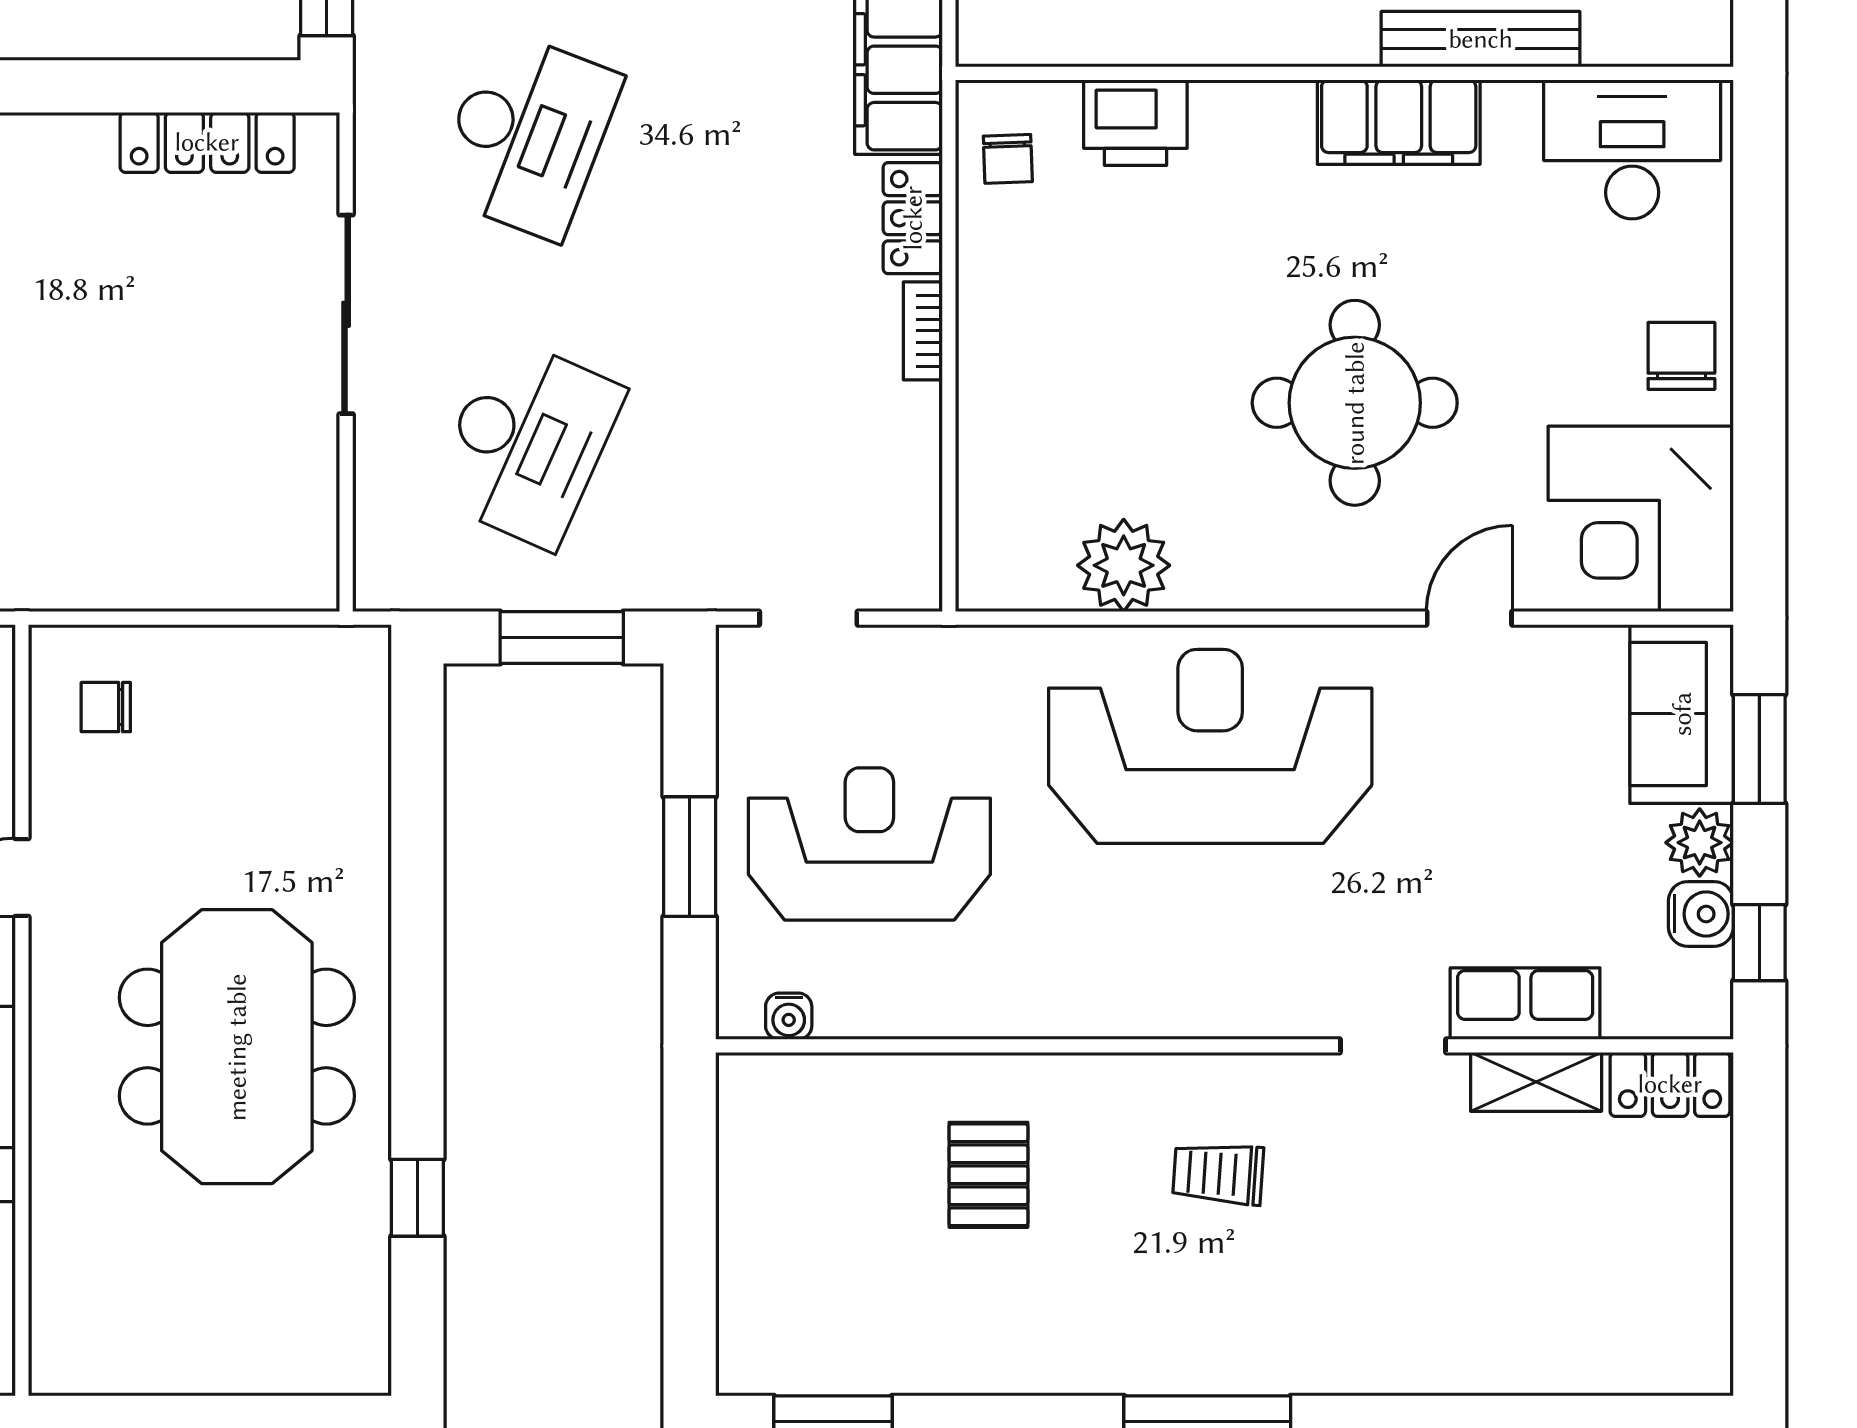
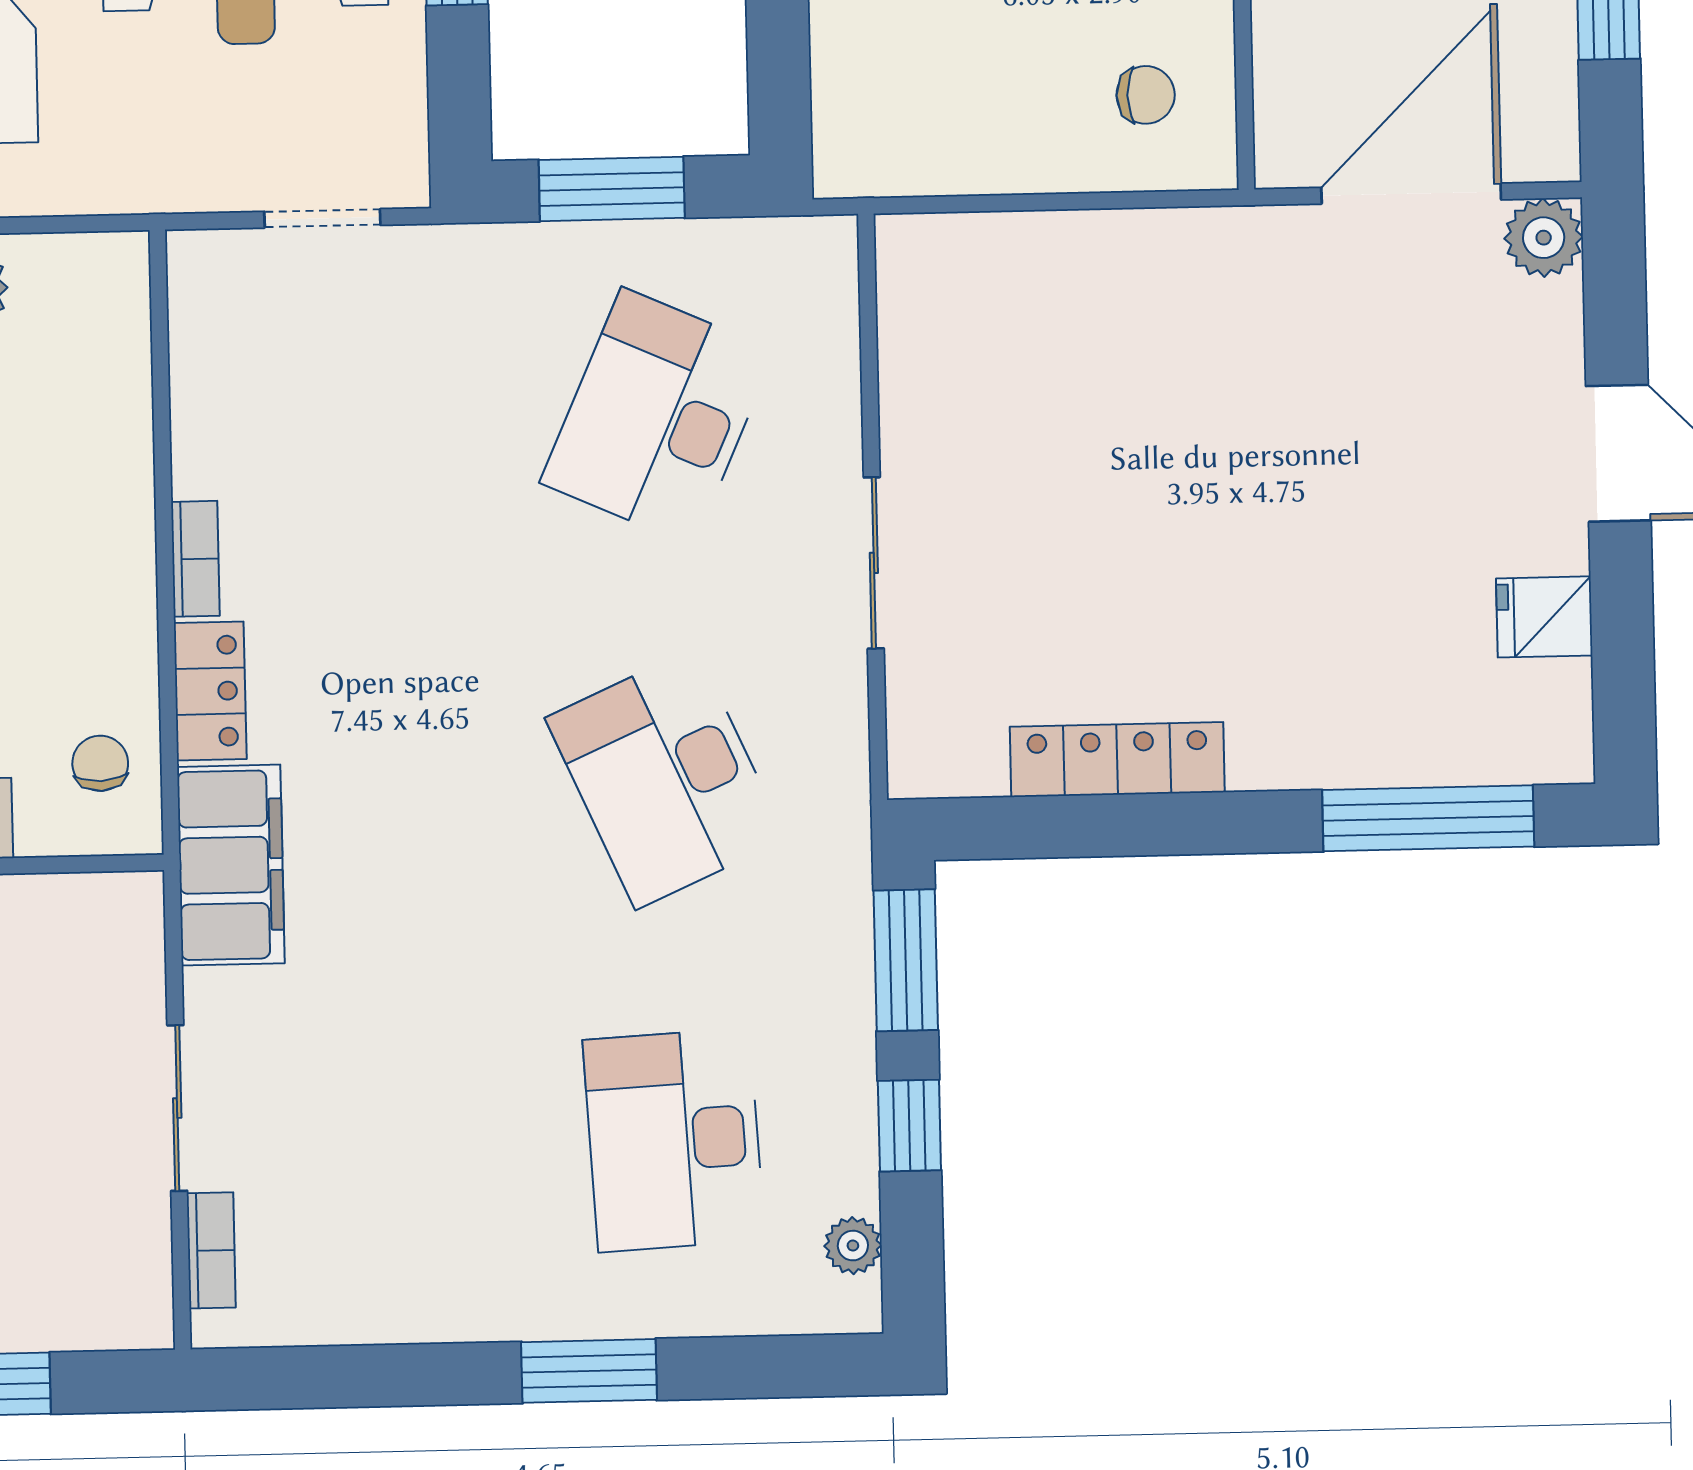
desk: (527, 135) -> (666, 778), turned -45
locker: (207, 142) -> (1117, 760), moved
sliding door: (346, 314) -> (874, 563), width x0.73

